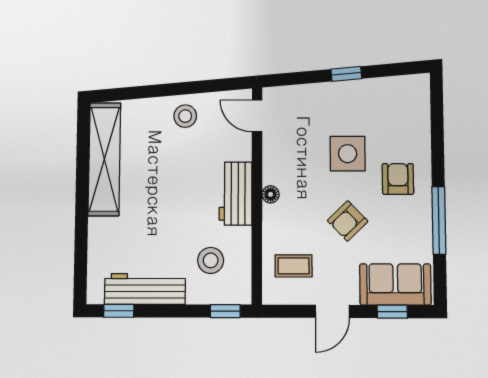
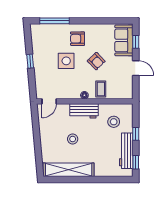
stool: (185, 116) -> (73, 139), moved
window: (439, 220) -> (54, 21), moved
coffee table: (294, 266) -> (101, 89), moved
window: (225, 311) -> (136, 134), moved

